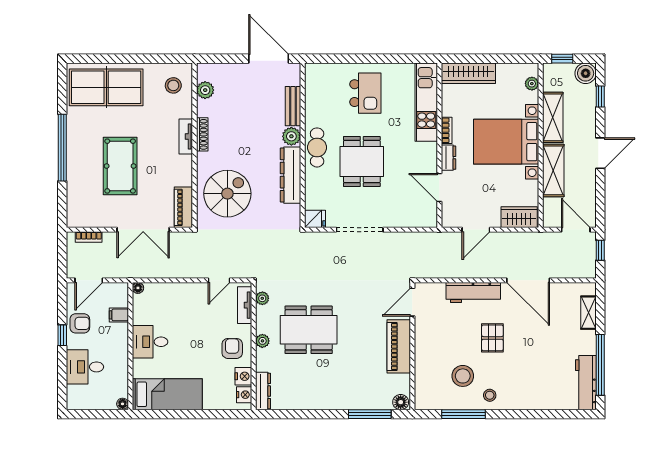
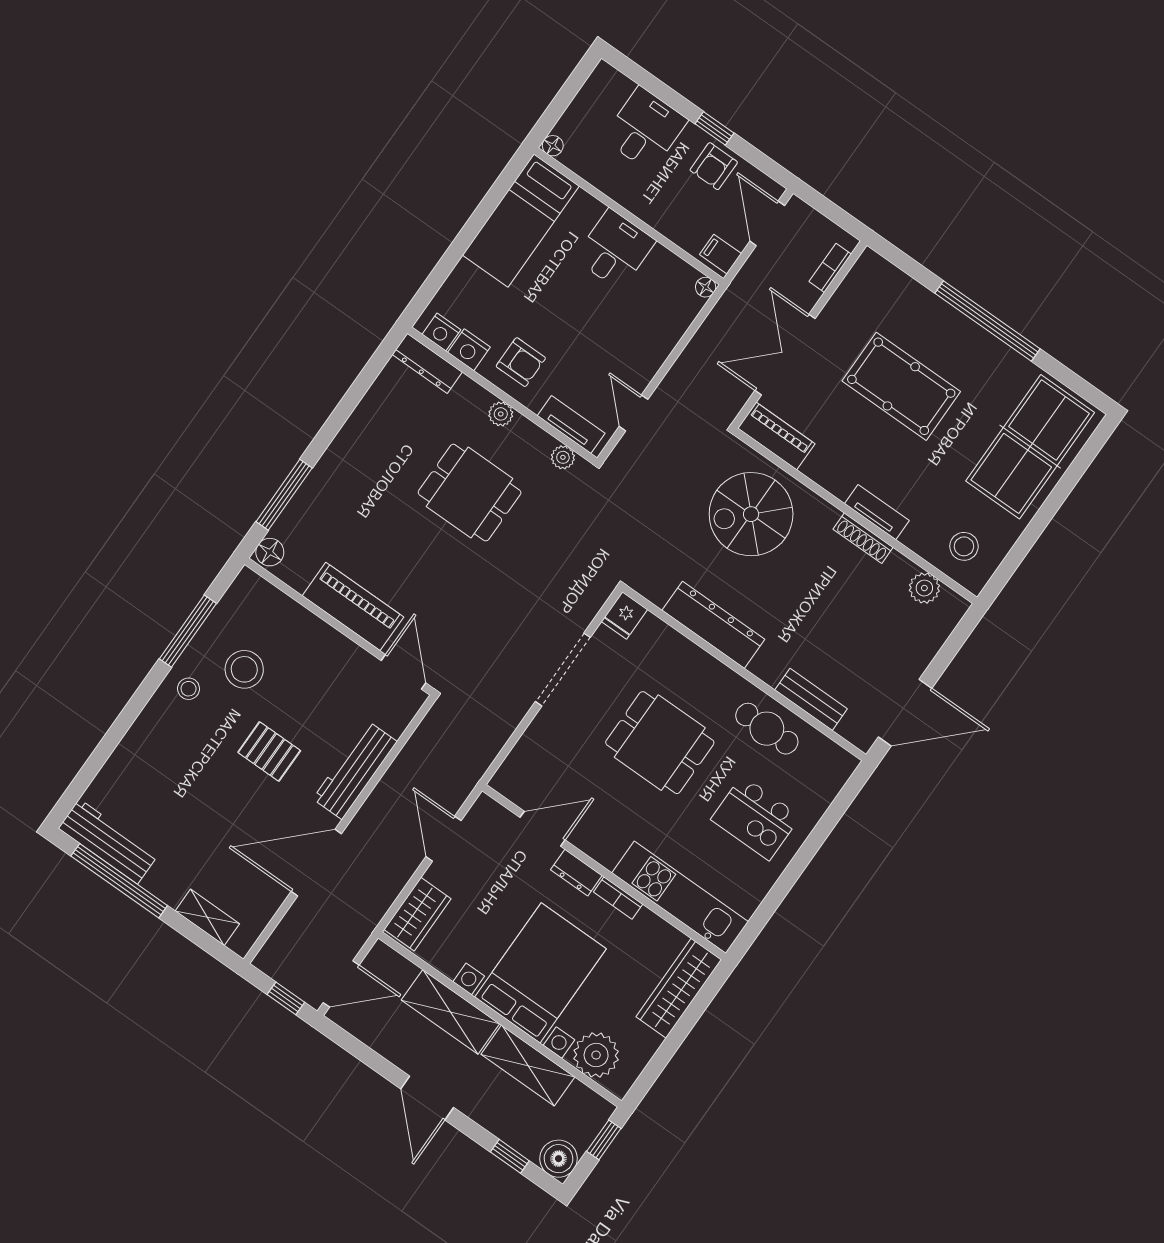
plant: (532, 84) -> (596, 1055), width x1.87, depth x1.87
plant: (291, 136) -> (769, 666), removed
cafe table: (317, 147) -> (767, 729), moved
spiral stairs: (227, 194) -> (751, 514), turned 90
filing cabinet: (119, 315) -> (720, 254), moved, turned -90
dining table: (309, 330) -> (470, 493), width x0.73

